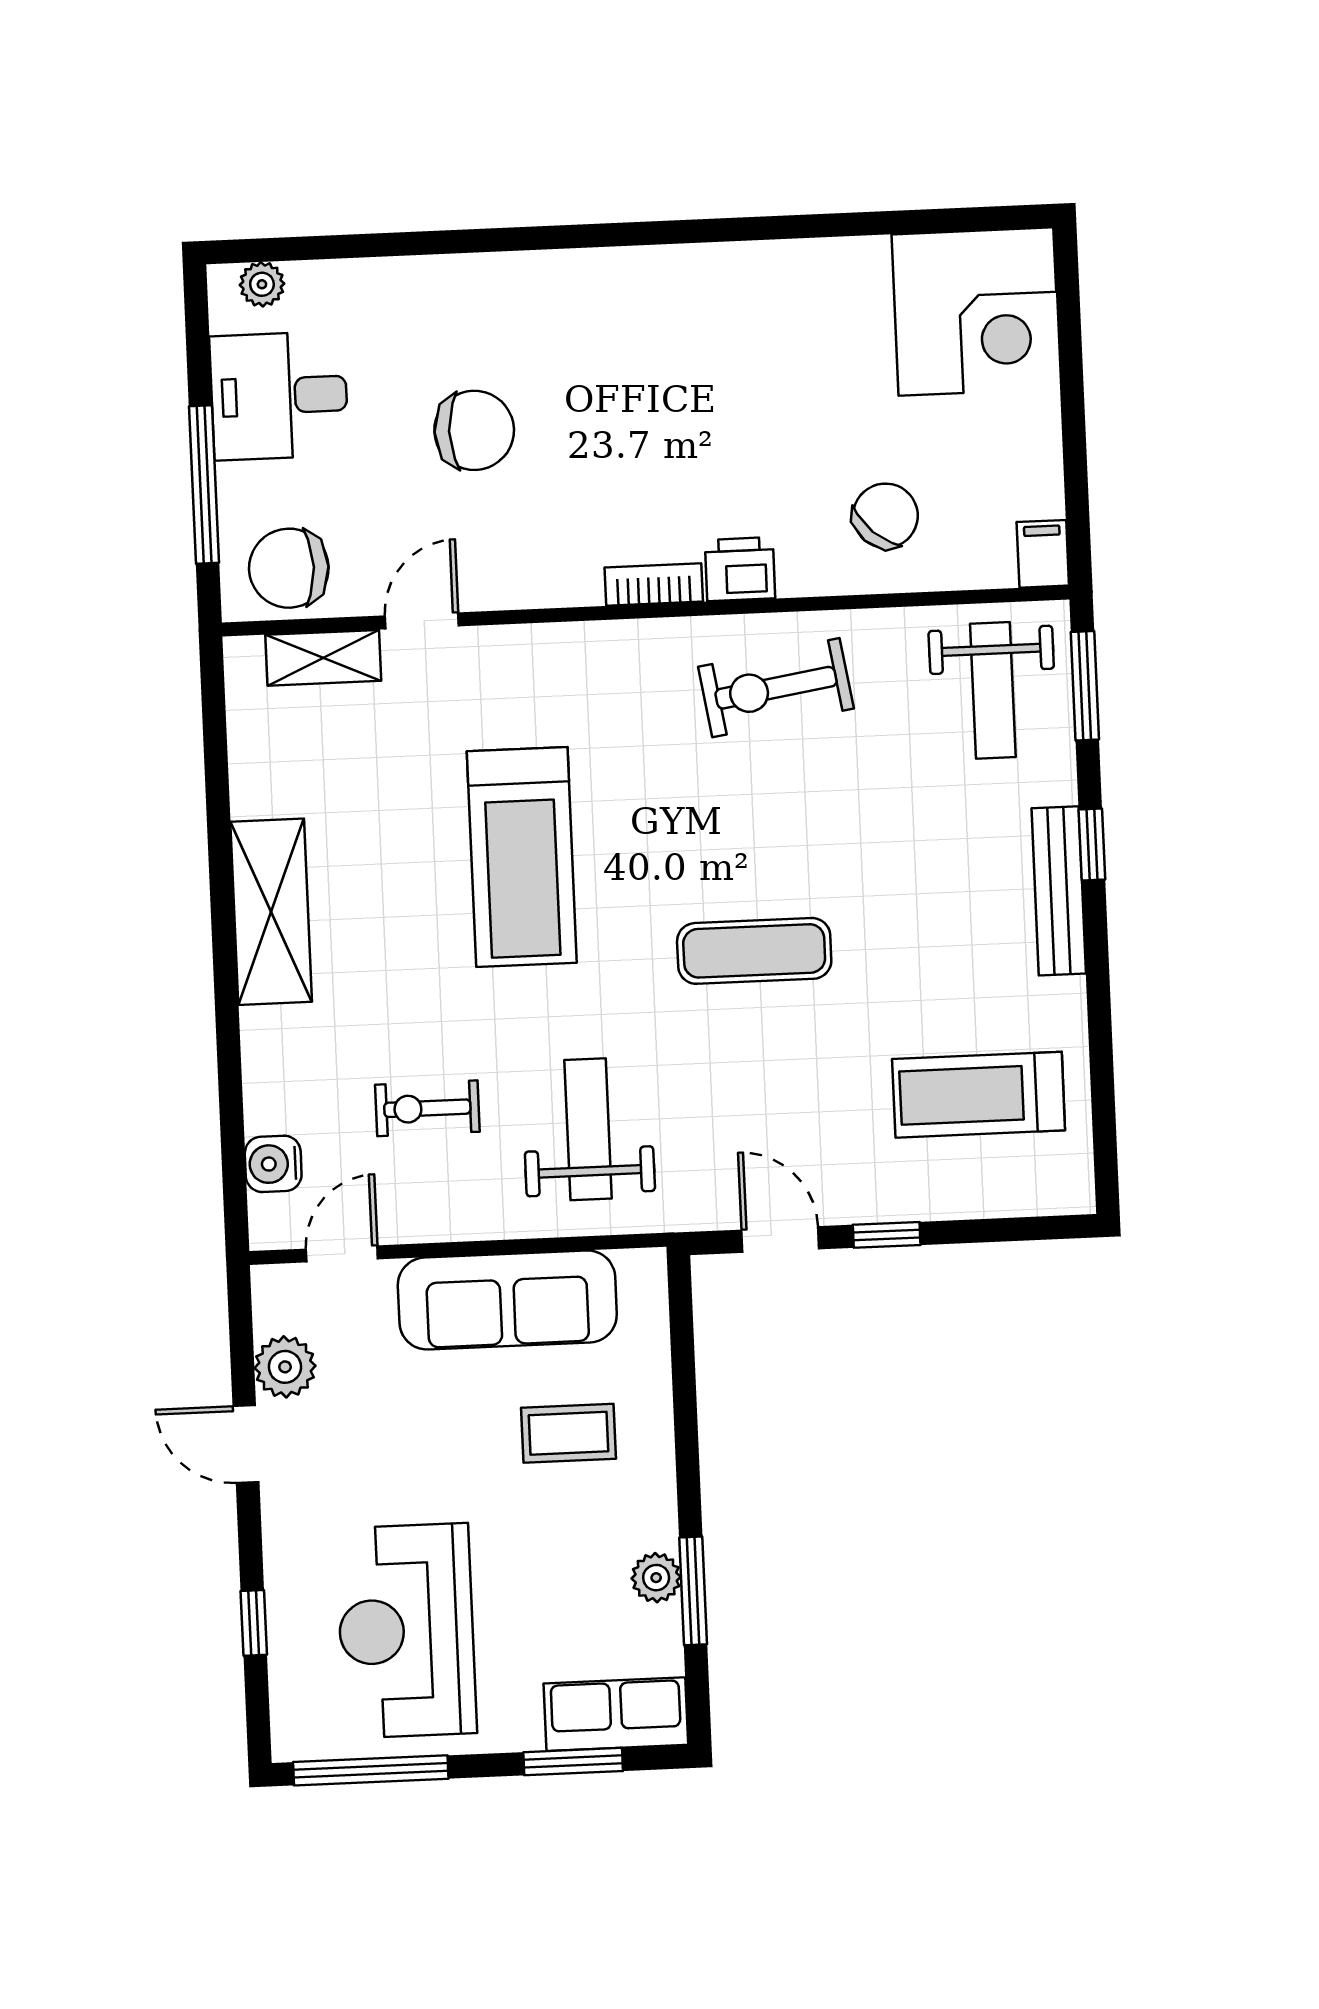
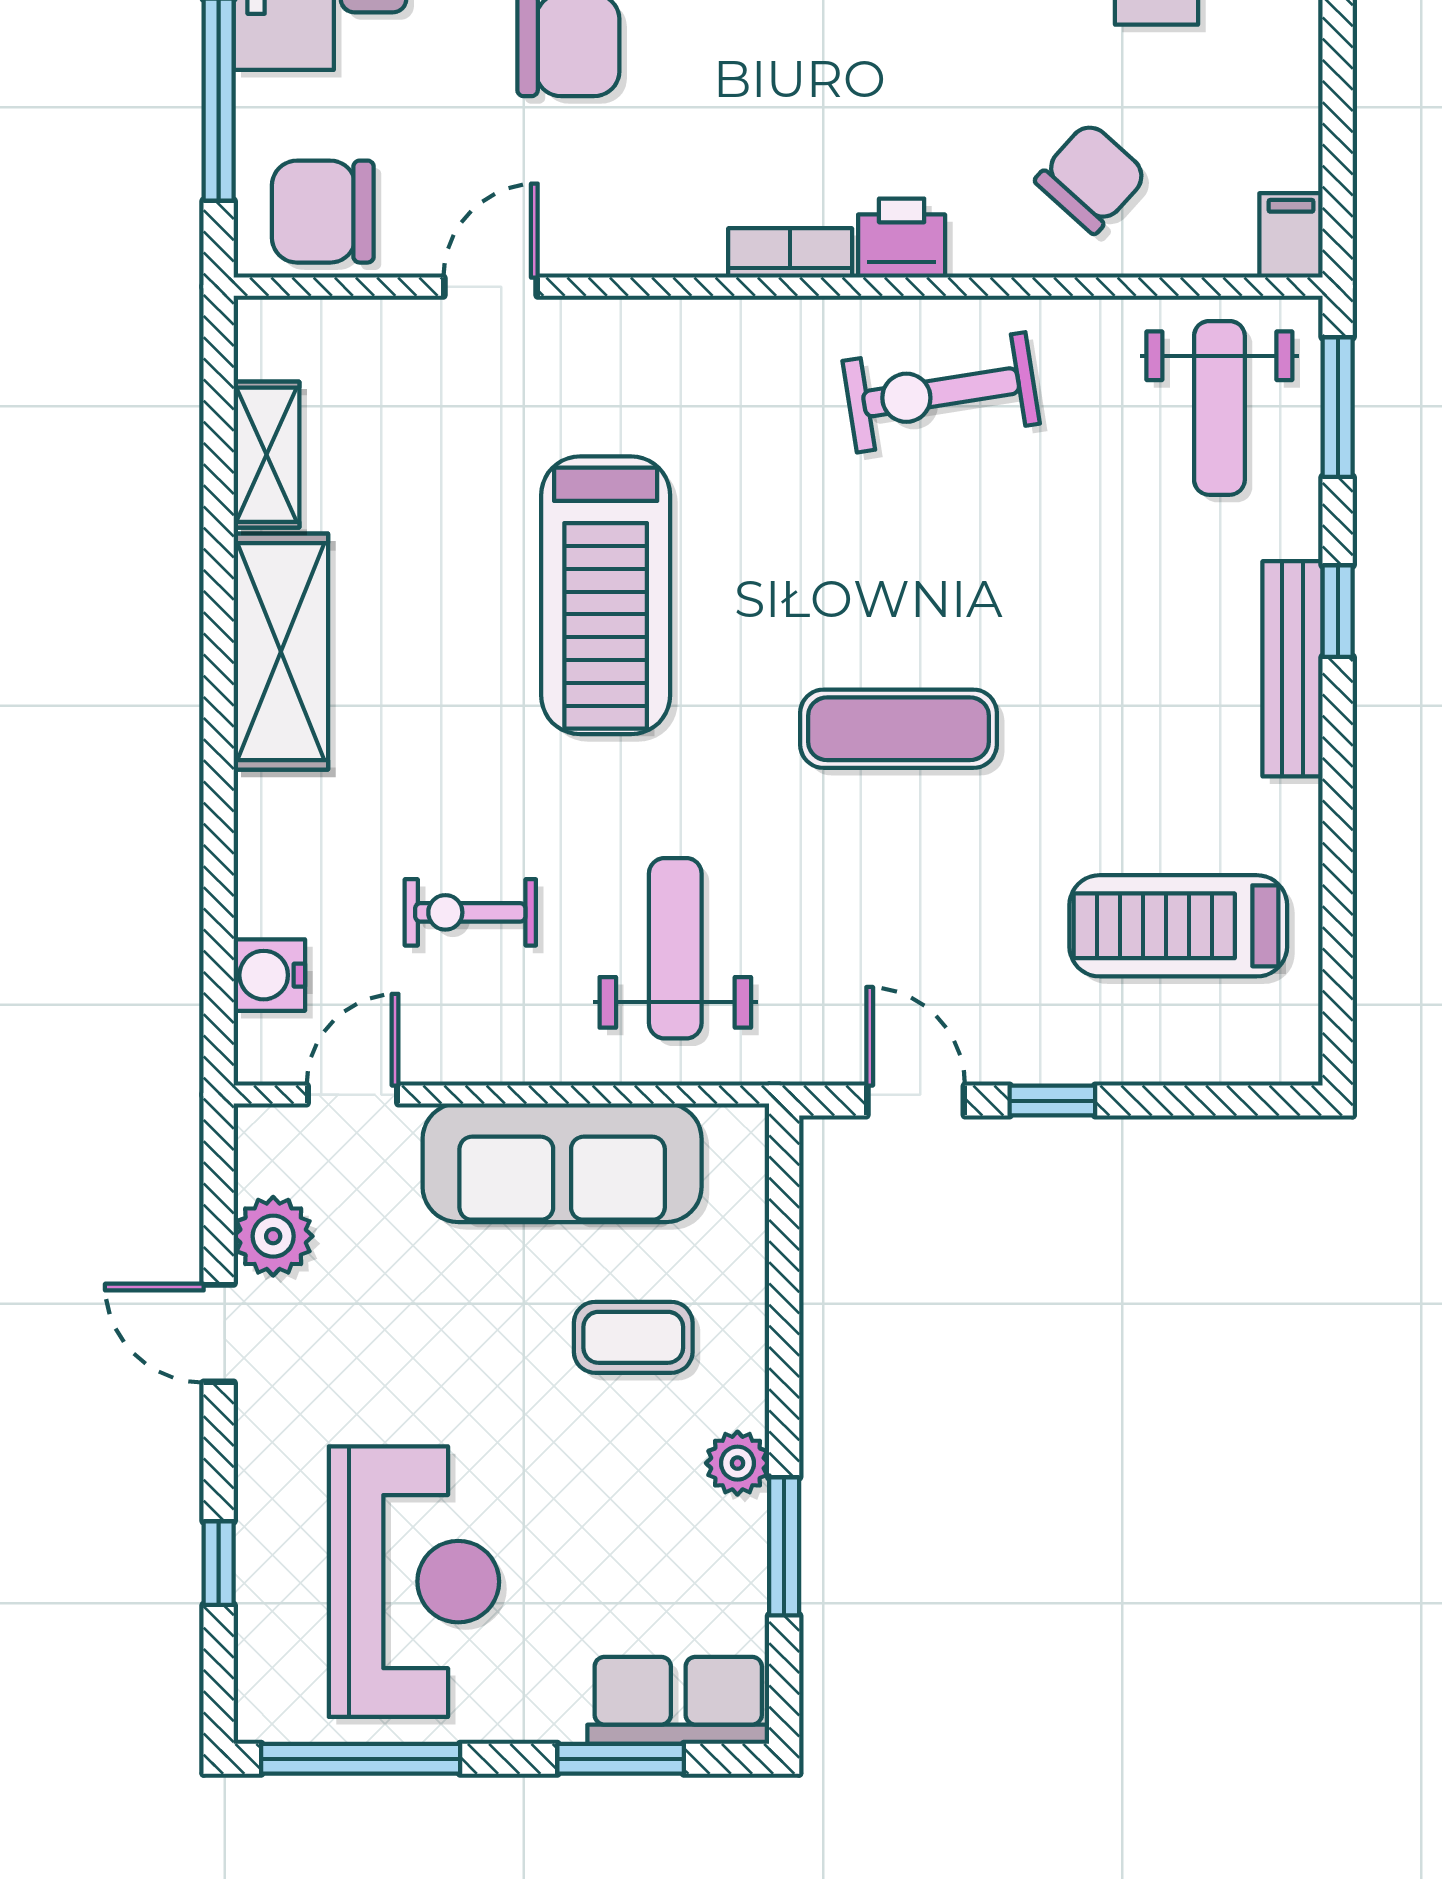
shelving: (323, 658) -> (266, 455), moved, turned 90
plant: (656, 1578) -> (737, 1463), moved
reception desk: (406, 1631) -> (414, 1582), turned 180

